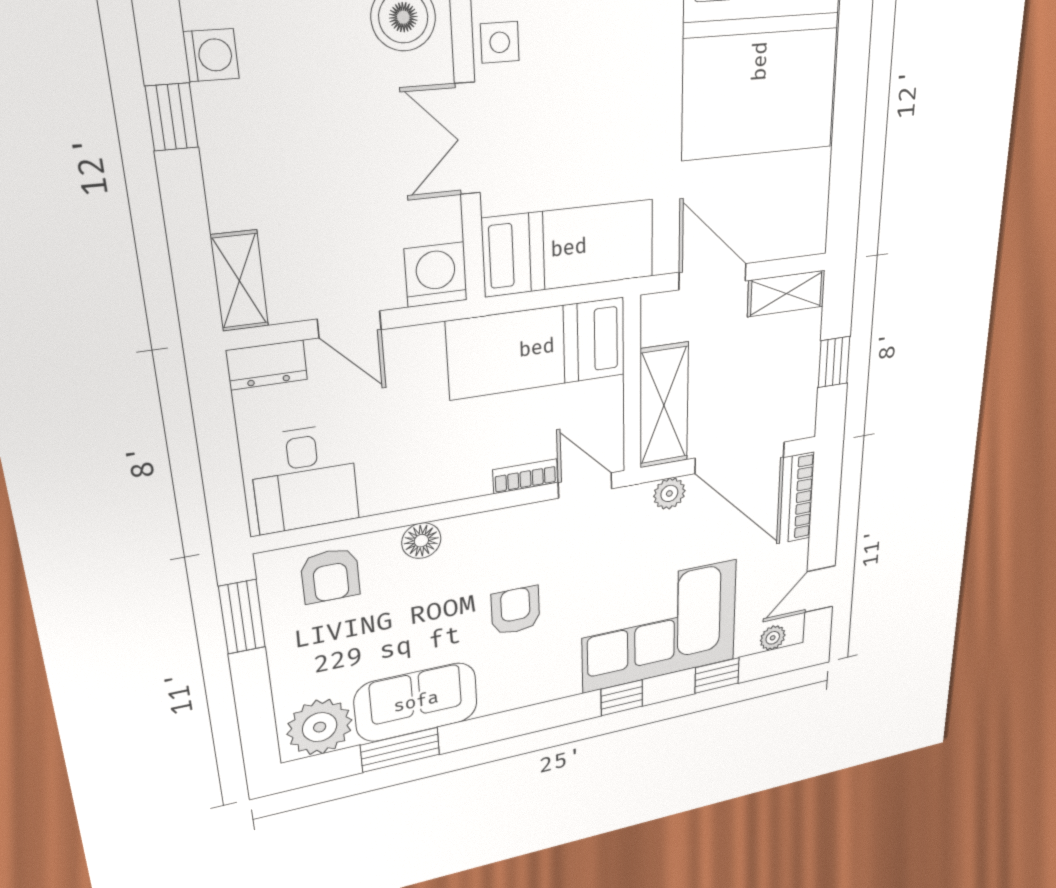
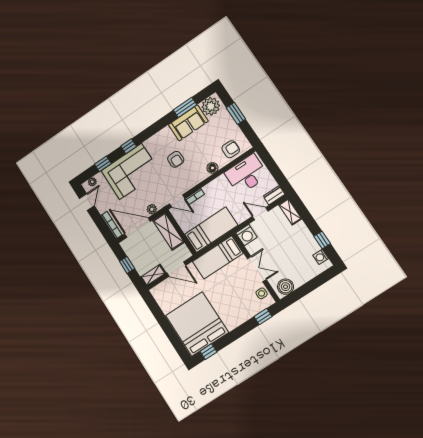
desk: (305, 479) -> (246, 174), width x1.37
armchair: (330, 576) -> (231, 149), turned 90
window: (242, 617) -> (236, 113), moved

